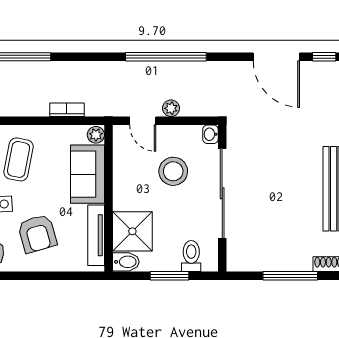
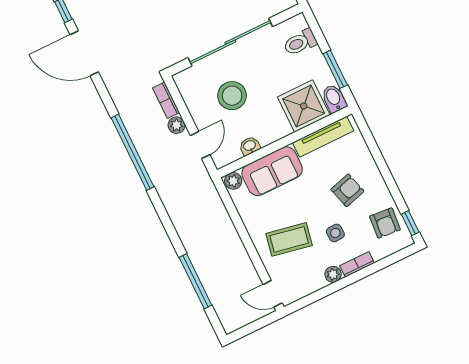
door: (276, 57) -> (84, 53), swing flipped
bookcase: (67, 110) -> (166, 100), moved
washbasin: (210, 134) -> (250, 146), moved, turned 180
armchair: (37, 234) -> (347, 190), width x0.72, depth x0.72
window: (170, 276) -> (335, 69), moved

